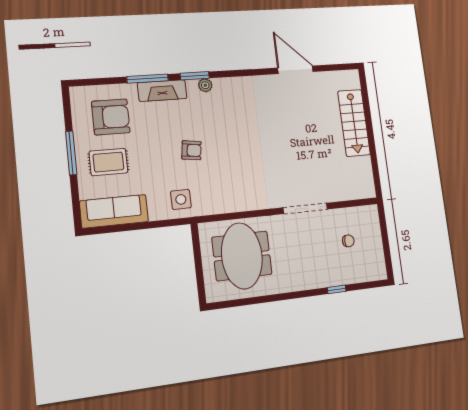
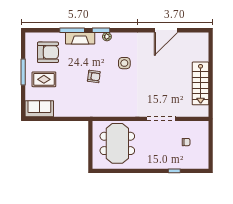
door: (295, 70) -> (166, 30), swing flipped
stairs: (354, 123) -> (201, 83), moved
side table: (181, 199) -> (124, 63), moved
sofa: (114, 211) -> (39, 109), width x0.73

